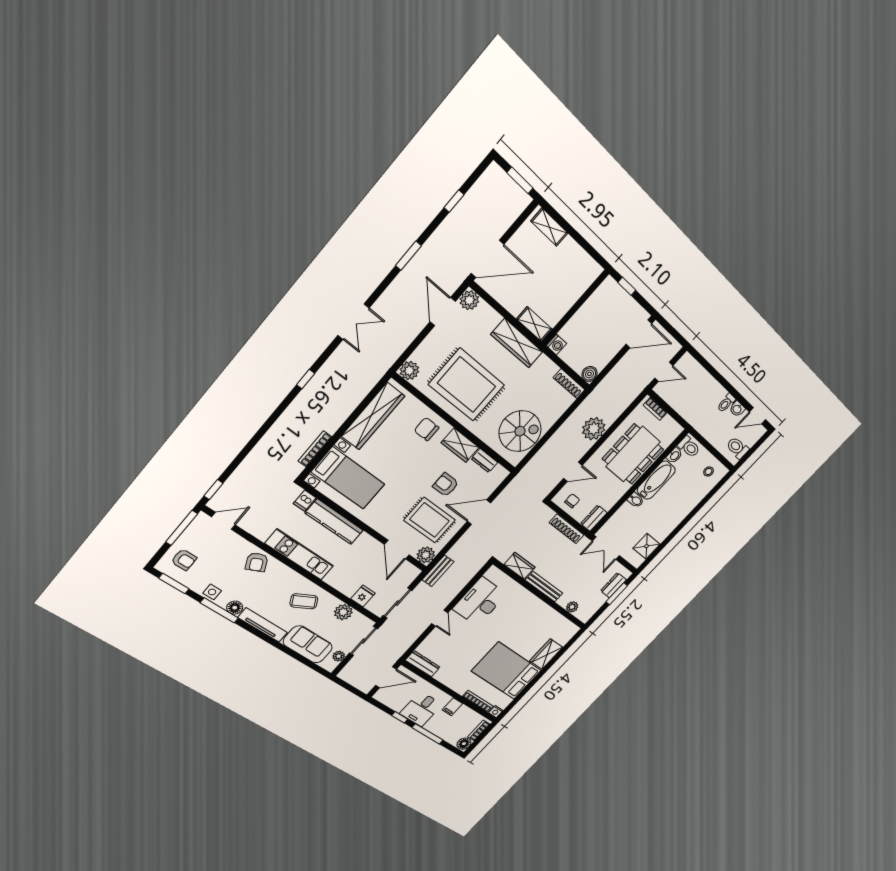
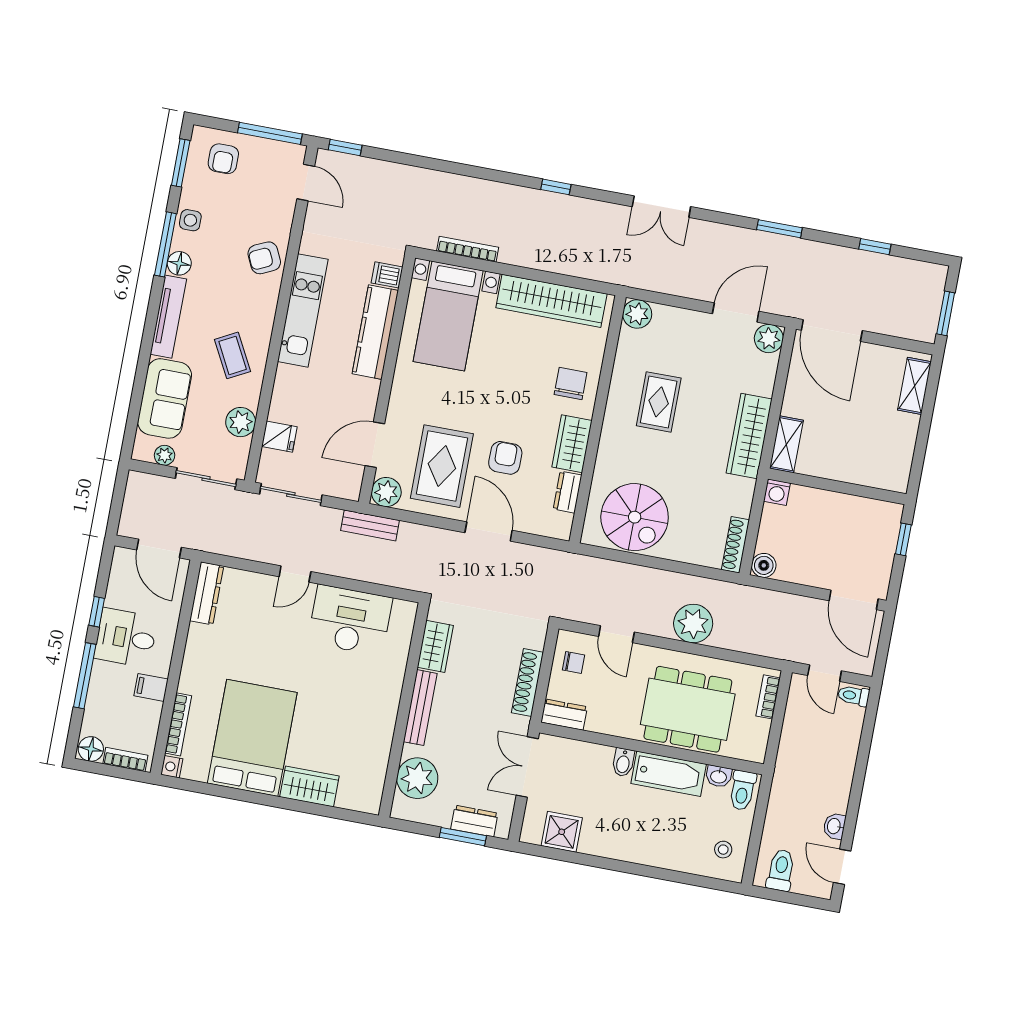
rug: (467, 385) -> (659, 402), width x0.54, depth x0.49
toilet: (726, 403) -> (854, 696), moved
plant: (572, 607) -> (417, 778), width x1.87, depth x1.87

